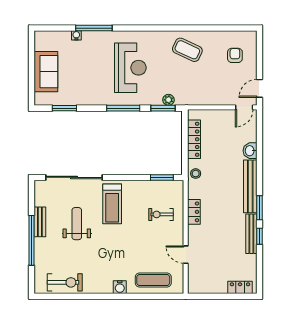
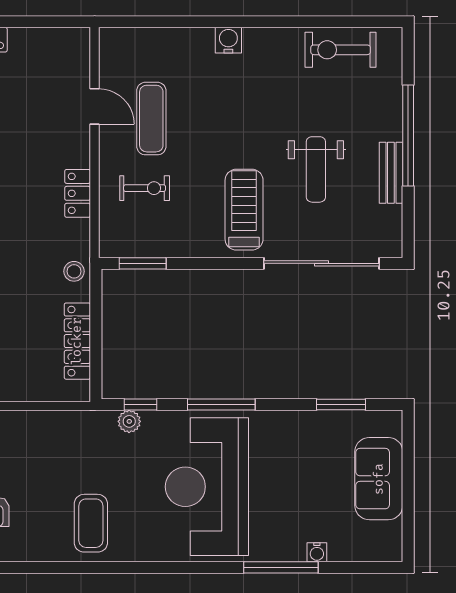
coffee table: (187, 50) -> (91, 523), turned 65
reception desk: (130, 68) -> (207, 487), width x1.36, depth x1.30
window: (163, 108) -> (140, 405), width x0.67
exercise mat: (153, 280) -> (151, 119), moved, turned 90

